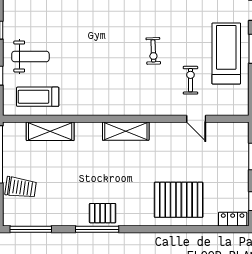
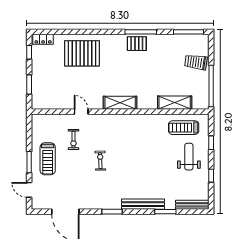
treadmill: (226, 53) -> (48, 159), width x0.73, depth x0.73
weight bench: (30, 56) -> (189, 157), turned 90
treadmill: (38, 97) -> (184, 128), turned 180
door: (196, 119) -> (81, 112), moved

